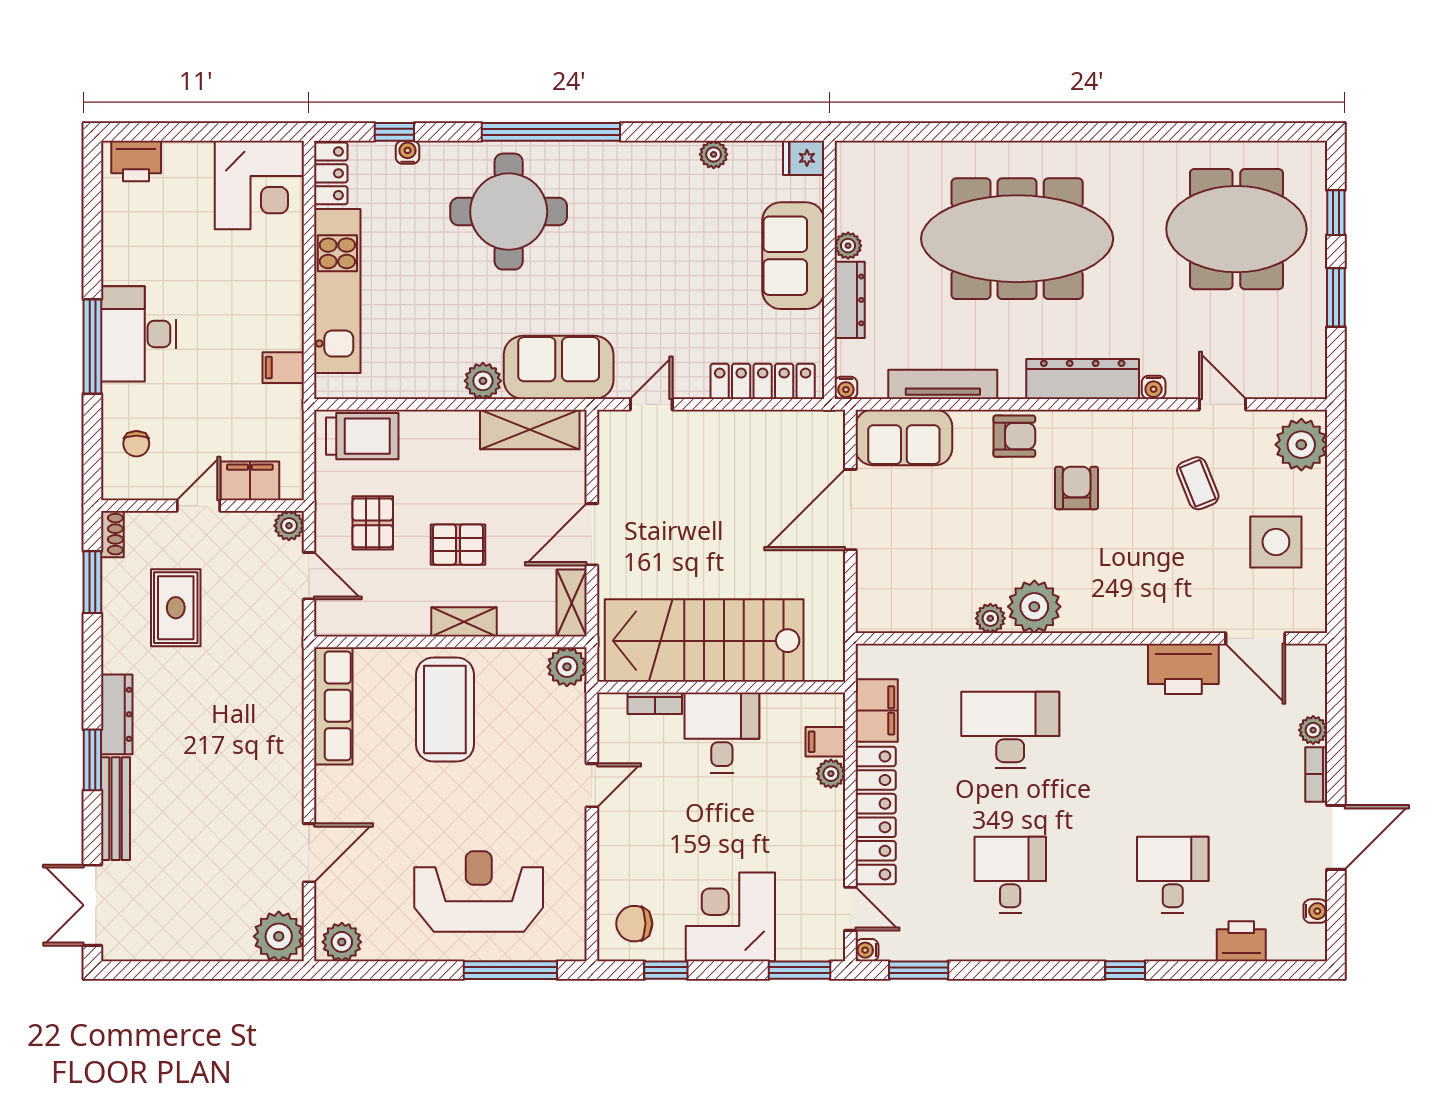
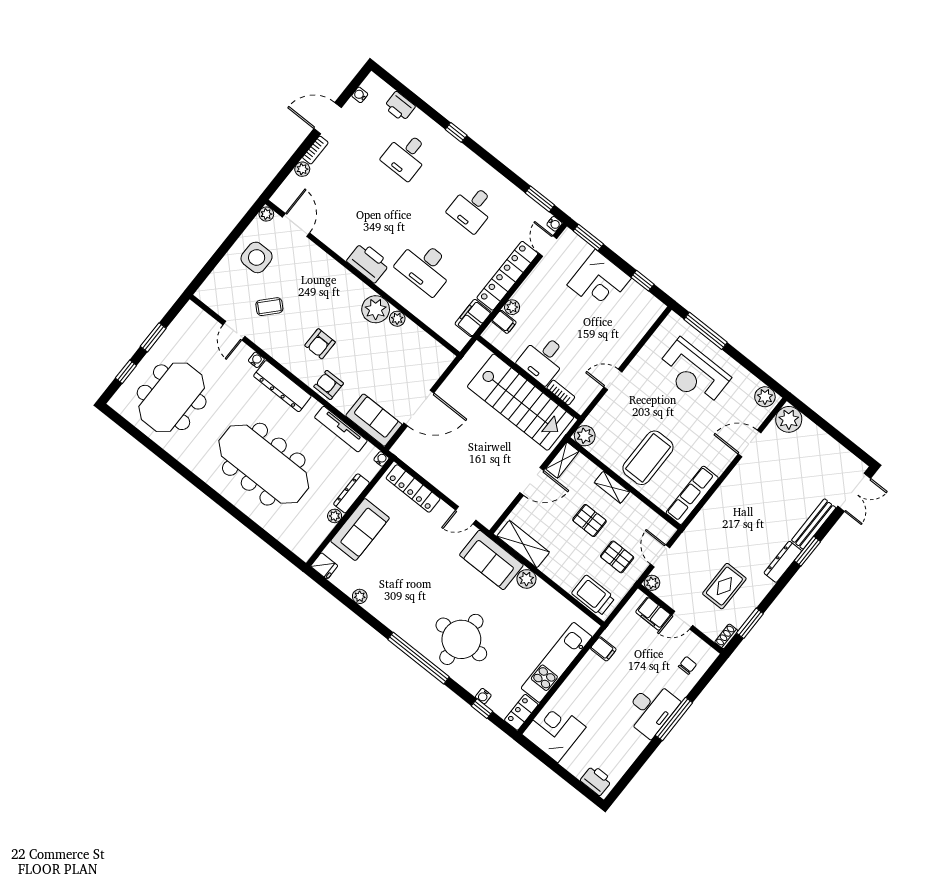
meeting table: (1236, 229) -> (172, 397), turned 90
plant: (1301, 445) -> (266, 214), moved, width x0.53, depth x0.53
coffee table: (1198, 483) -> (269, 307), turned 65
pallet: (373, 523) -> (617, 557), turned 90
printer: (1183, 669) -> (368, 262), moved
chair: (634, 924) -> (640, 310), removed

